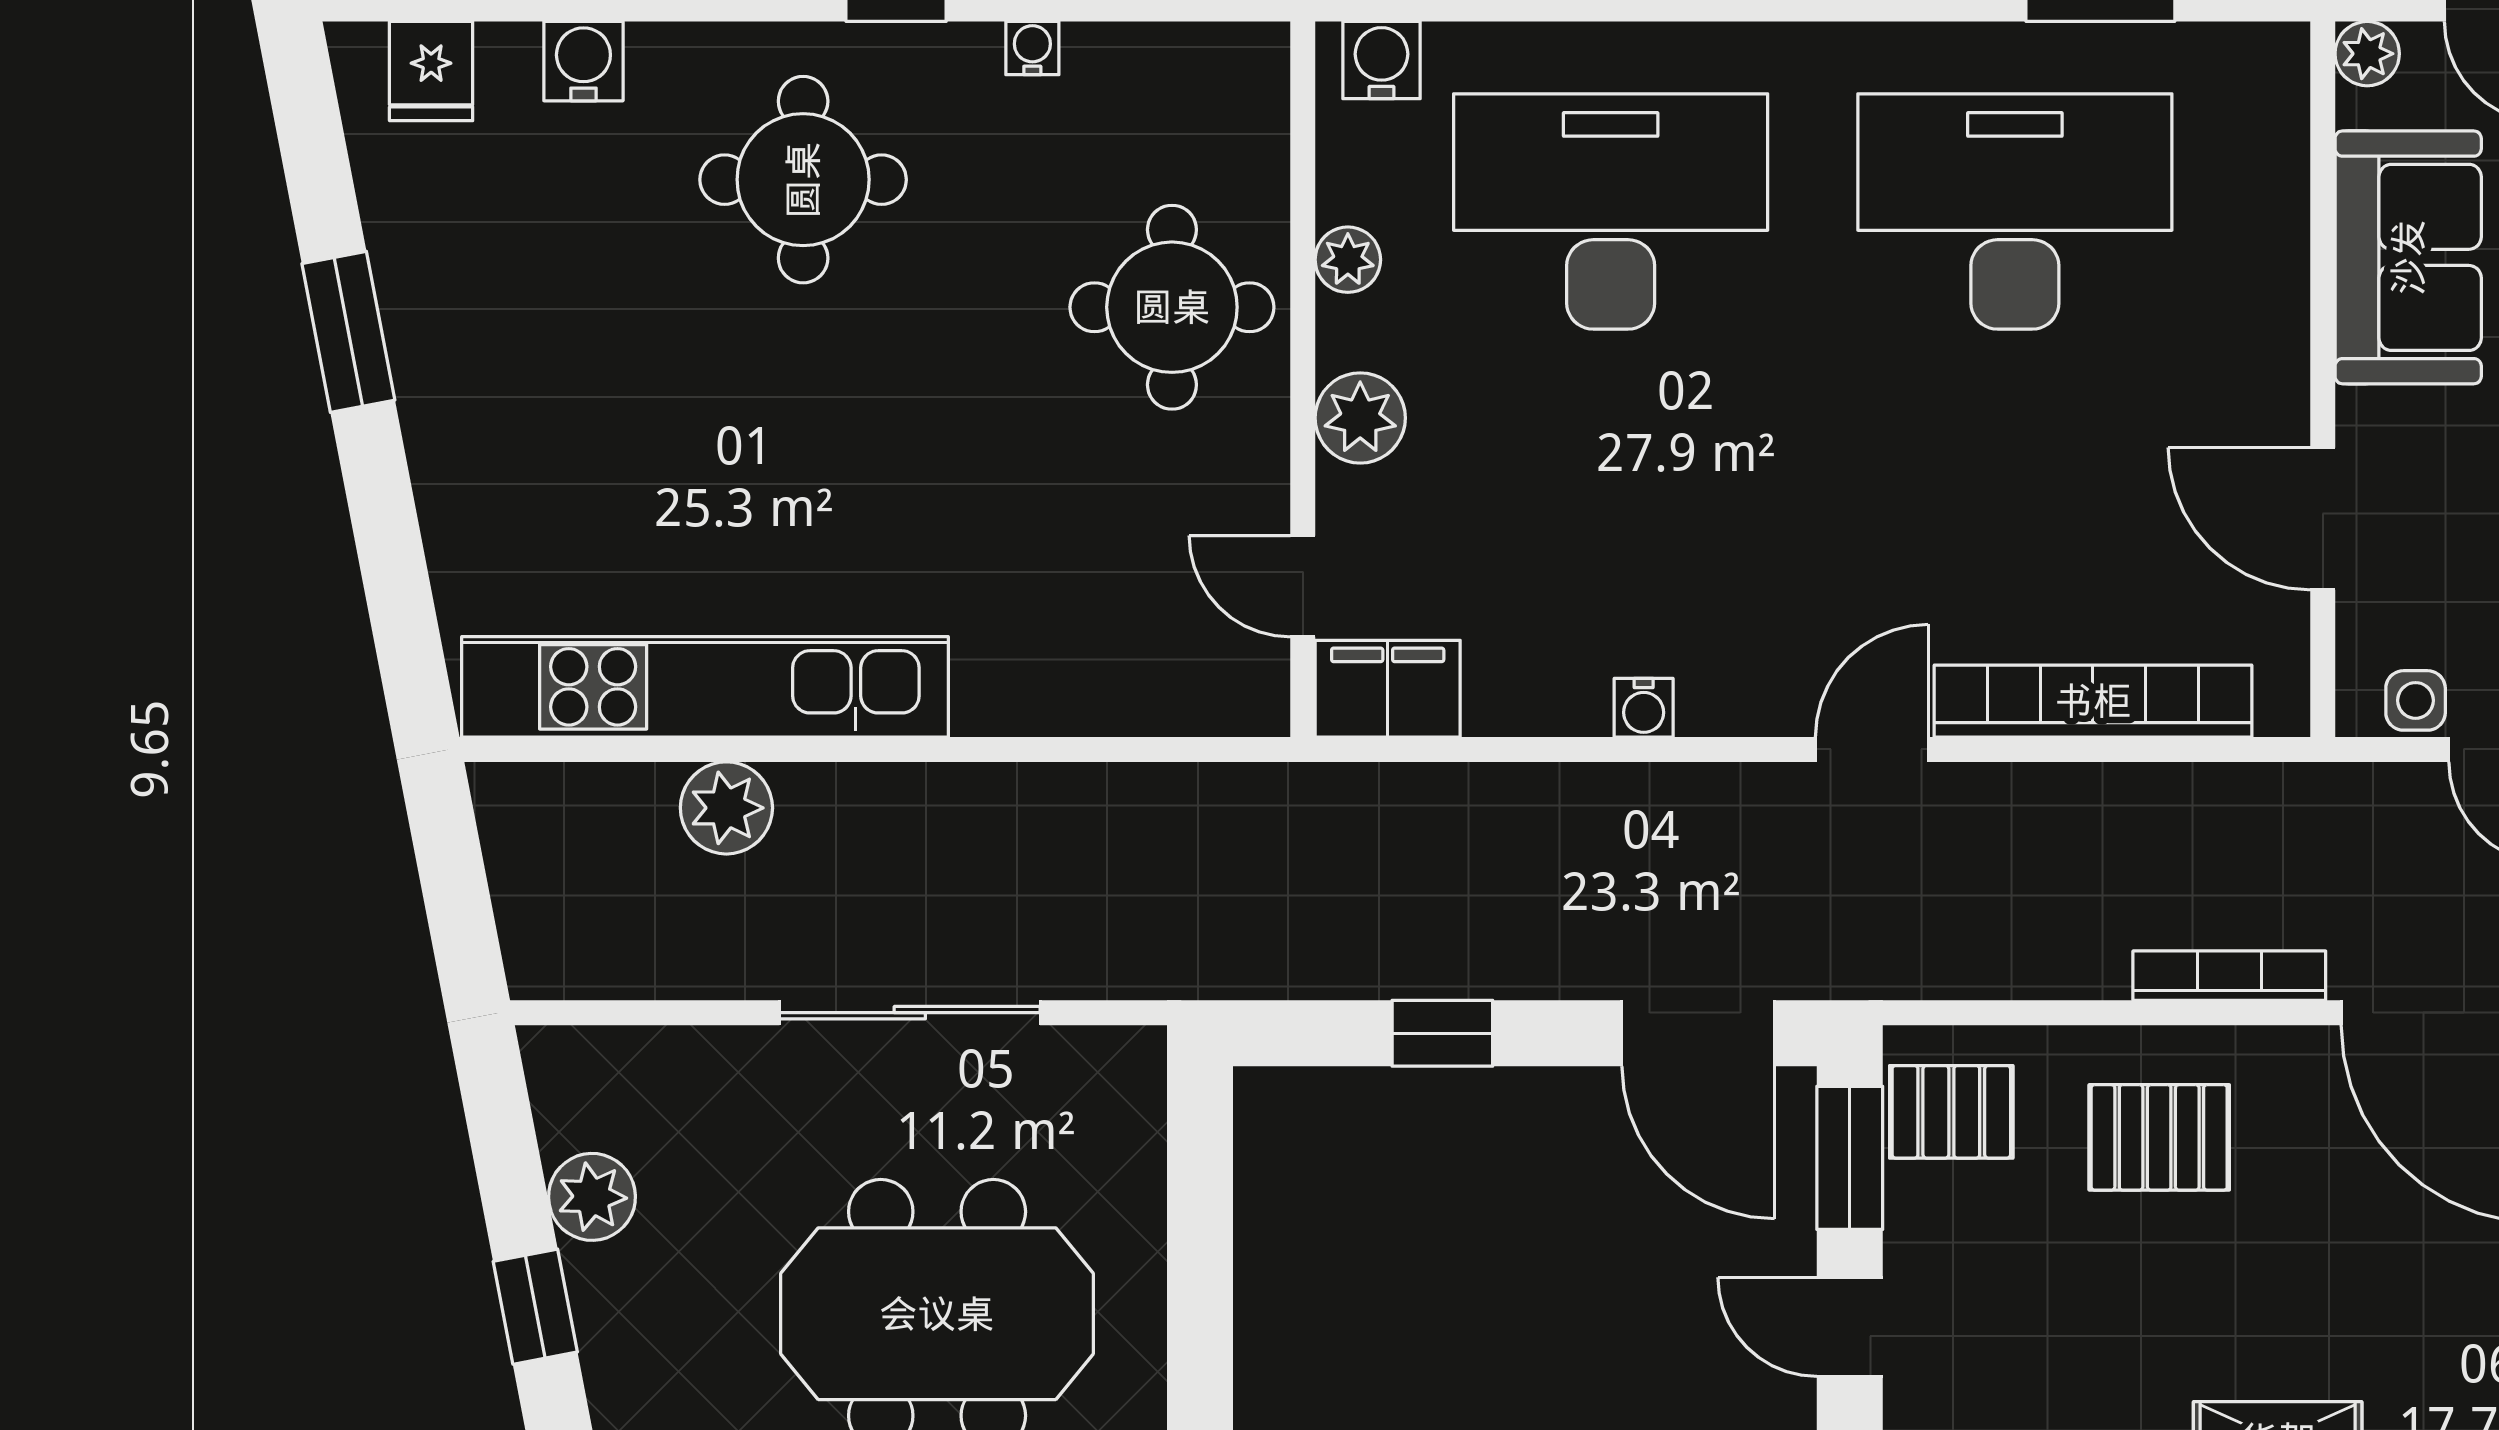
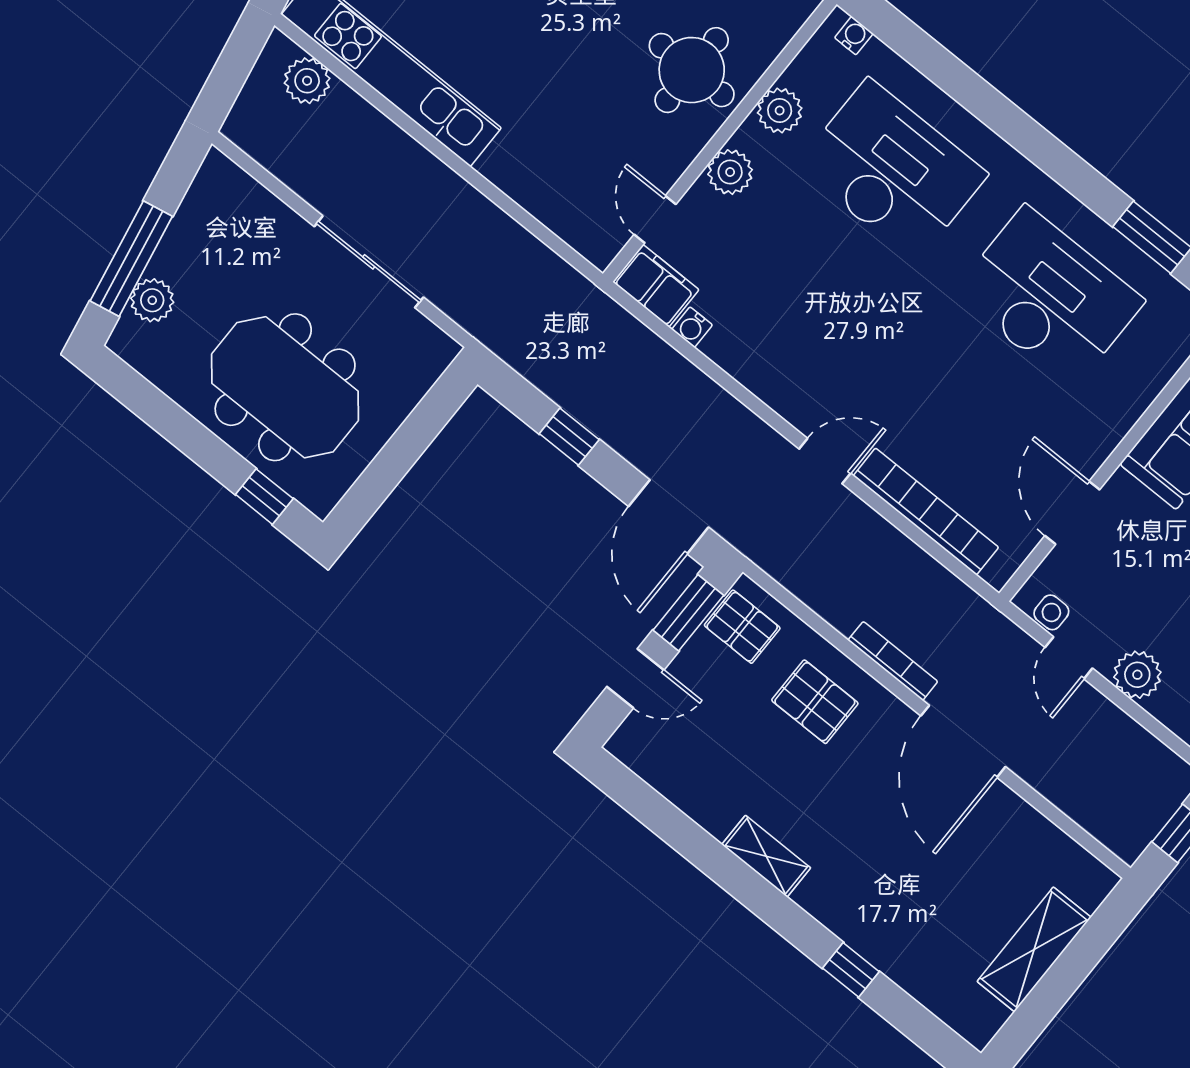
water cooler: (1381, 60) -> (854, 36), width x0.72, depth x0.72
plant: (1348, 260) -> (780, 111), width x1.38, depth x1.38
water cooler: (1644, 708) -> (692, 327), moved
plant: (726, 808) -> (307, 81), moved
plant: (592, 1197) -> (152, 300), moved
window: (535, 1307) -> (131, 259), width x2.17
door: (1850, 1327) -> (635, 678), swing flipped

